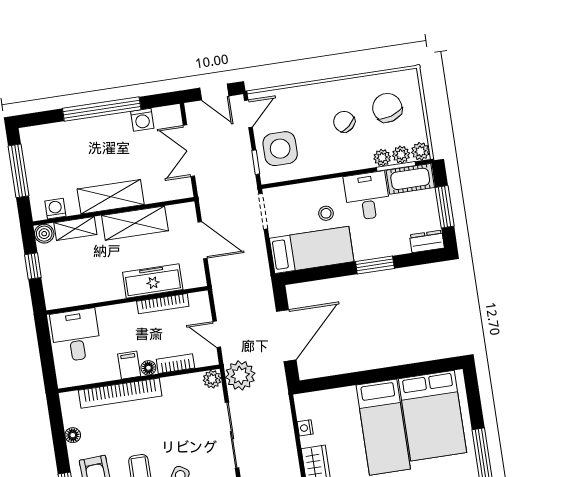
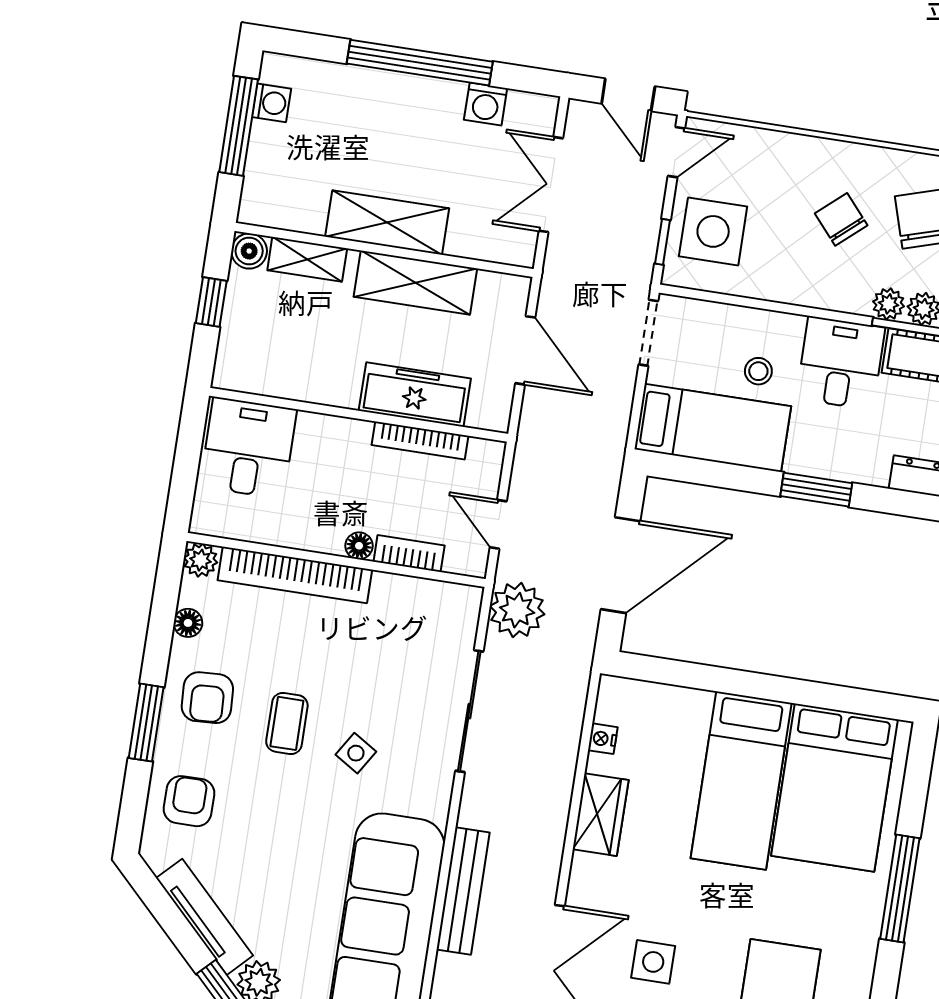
washing machine: (55, 209) -> (271, 103), moved, turned 90
filing cabinet: (129, 365) -> (326, 530), removed
plant: (212, 379) -> (200, 560), moved

